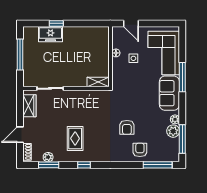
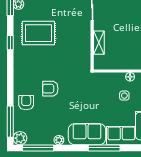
shelving: (98, 82) -> (99, 43), moved
plant: (173, 131) -> (20, 138), moved
rug: (75, 138) -> (38, 33), width x1.36, depth x1.43
armchair: (140, 150) -> (26, 103), turned -90

